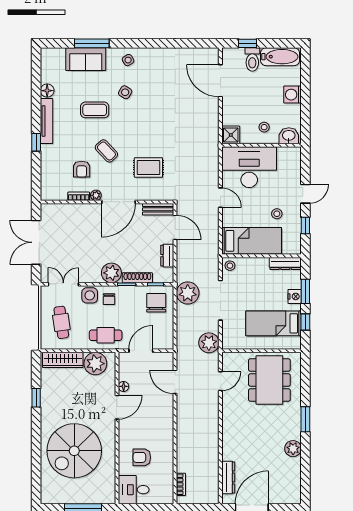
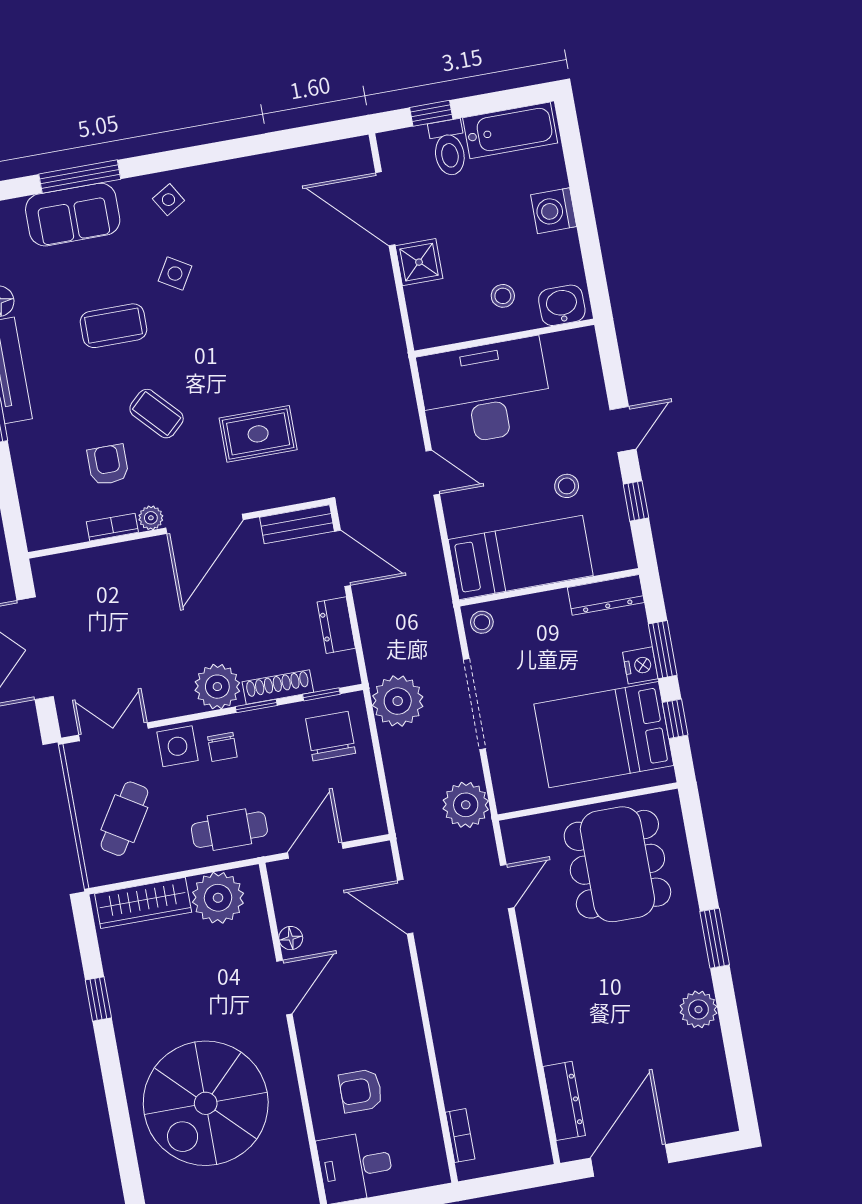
shower: (231, 135) -> (419, 262), moved
armchair: (82, 169) -> (108, 465), turned 180
cafe table: (61, 322) -> (124, 819), turned 40
bed: (274, 323) -> (604, 735), width x1.50

